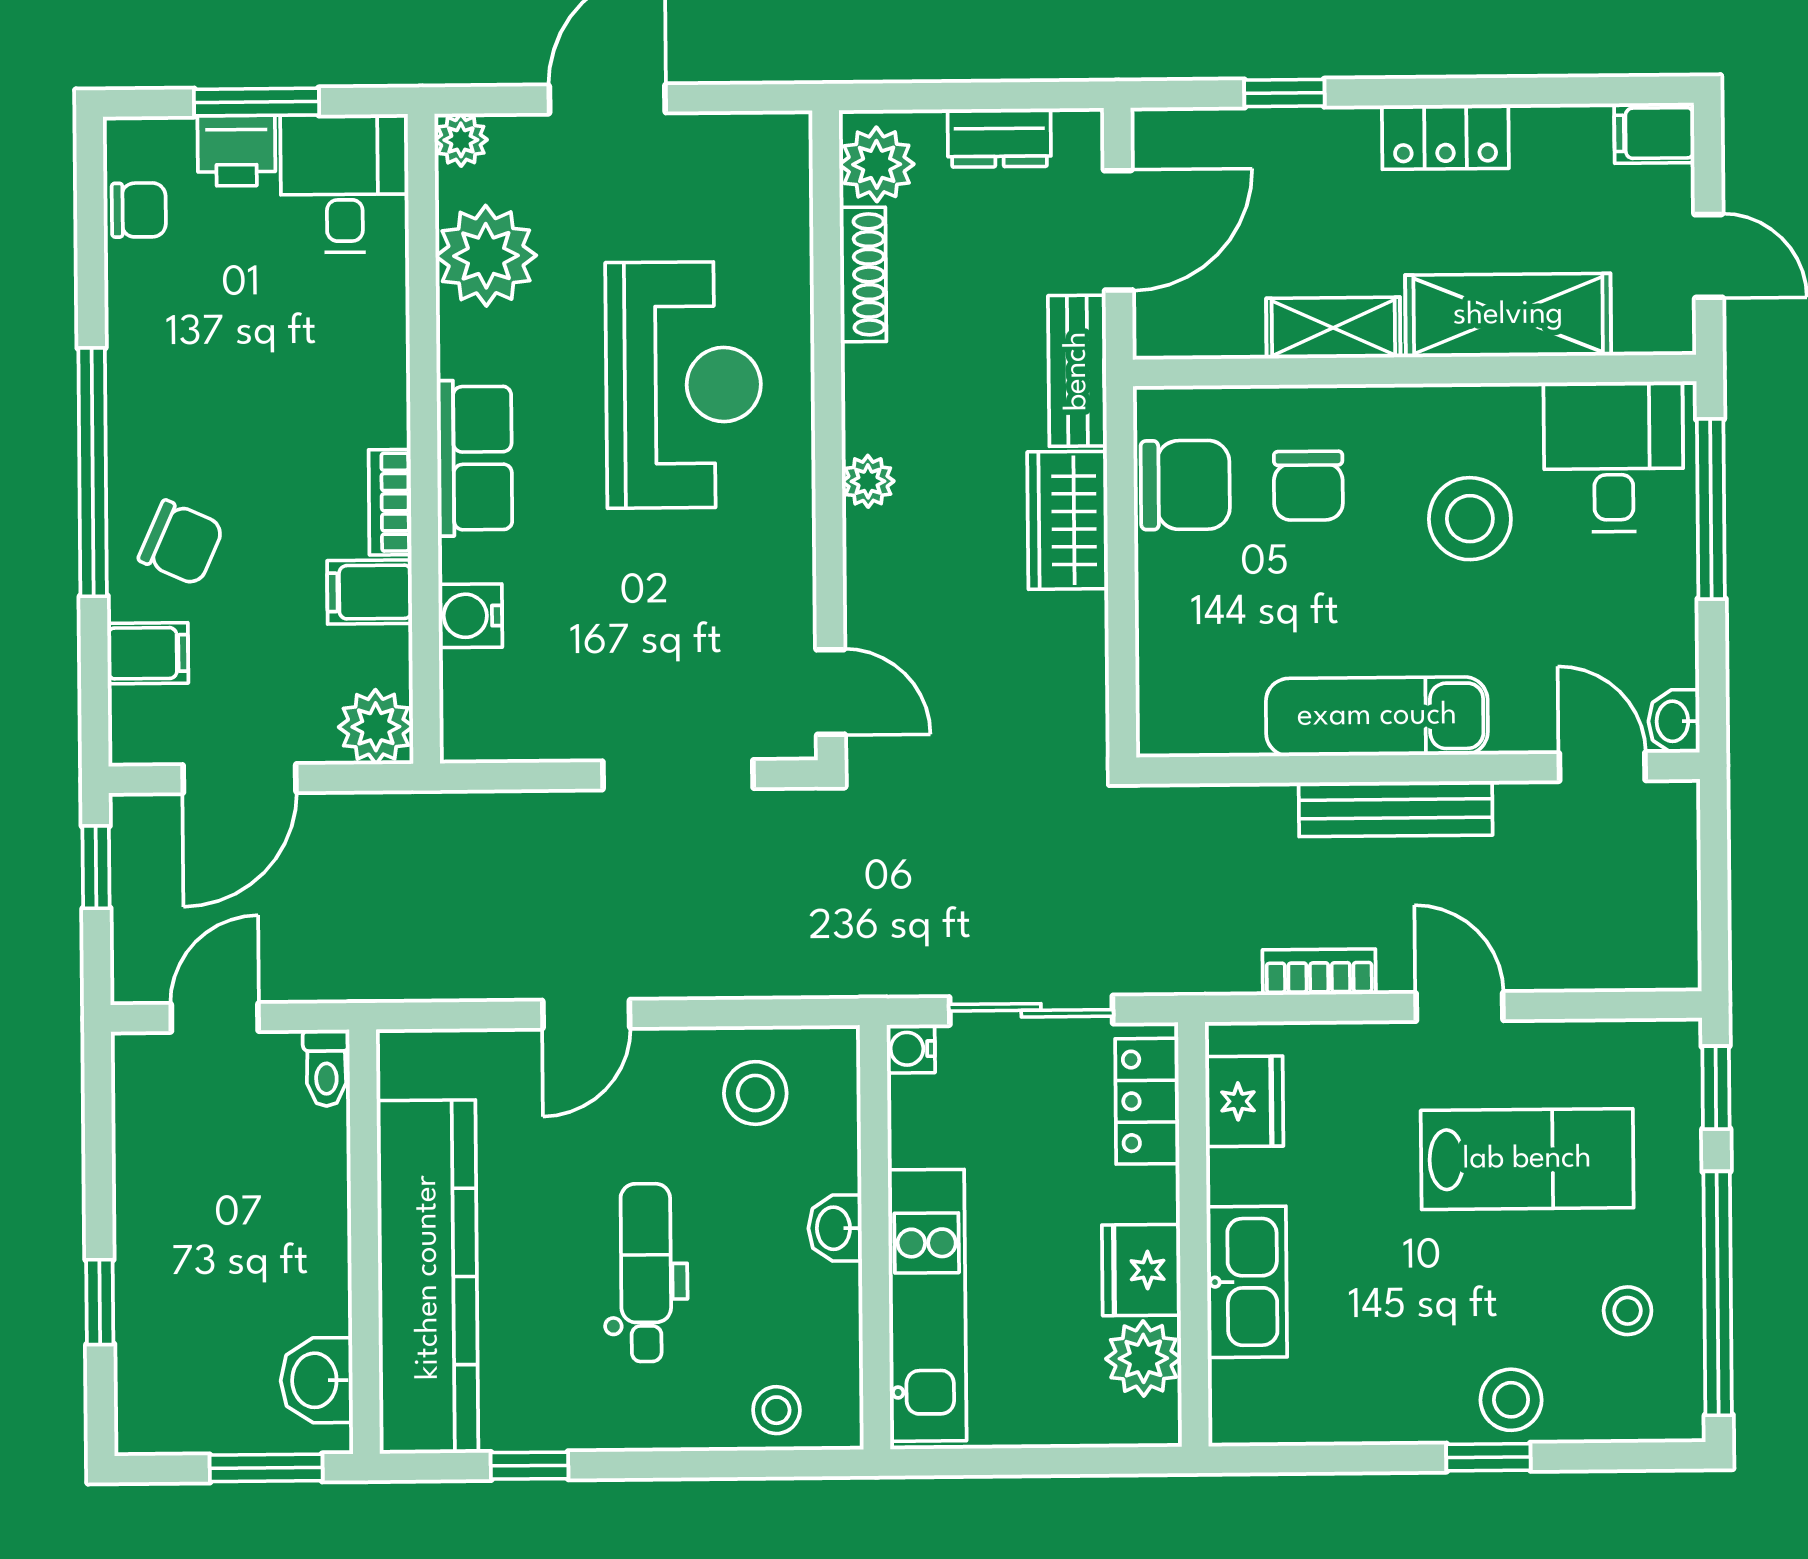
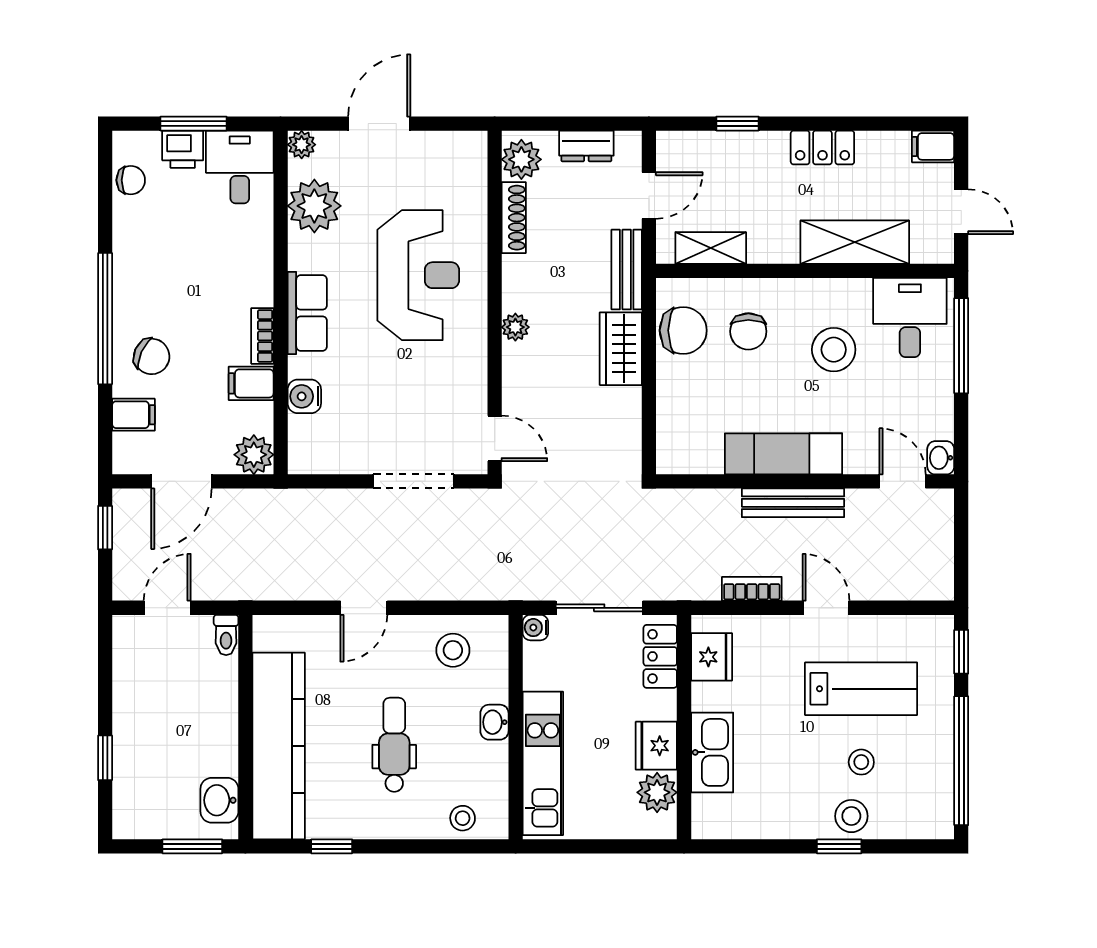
door: (1118, 230) -> (649, 195), width x0.73
shelving: (1333, 328) -> (711, 248), moved
stool: (1628, 1311) -> (861, 762), moved

